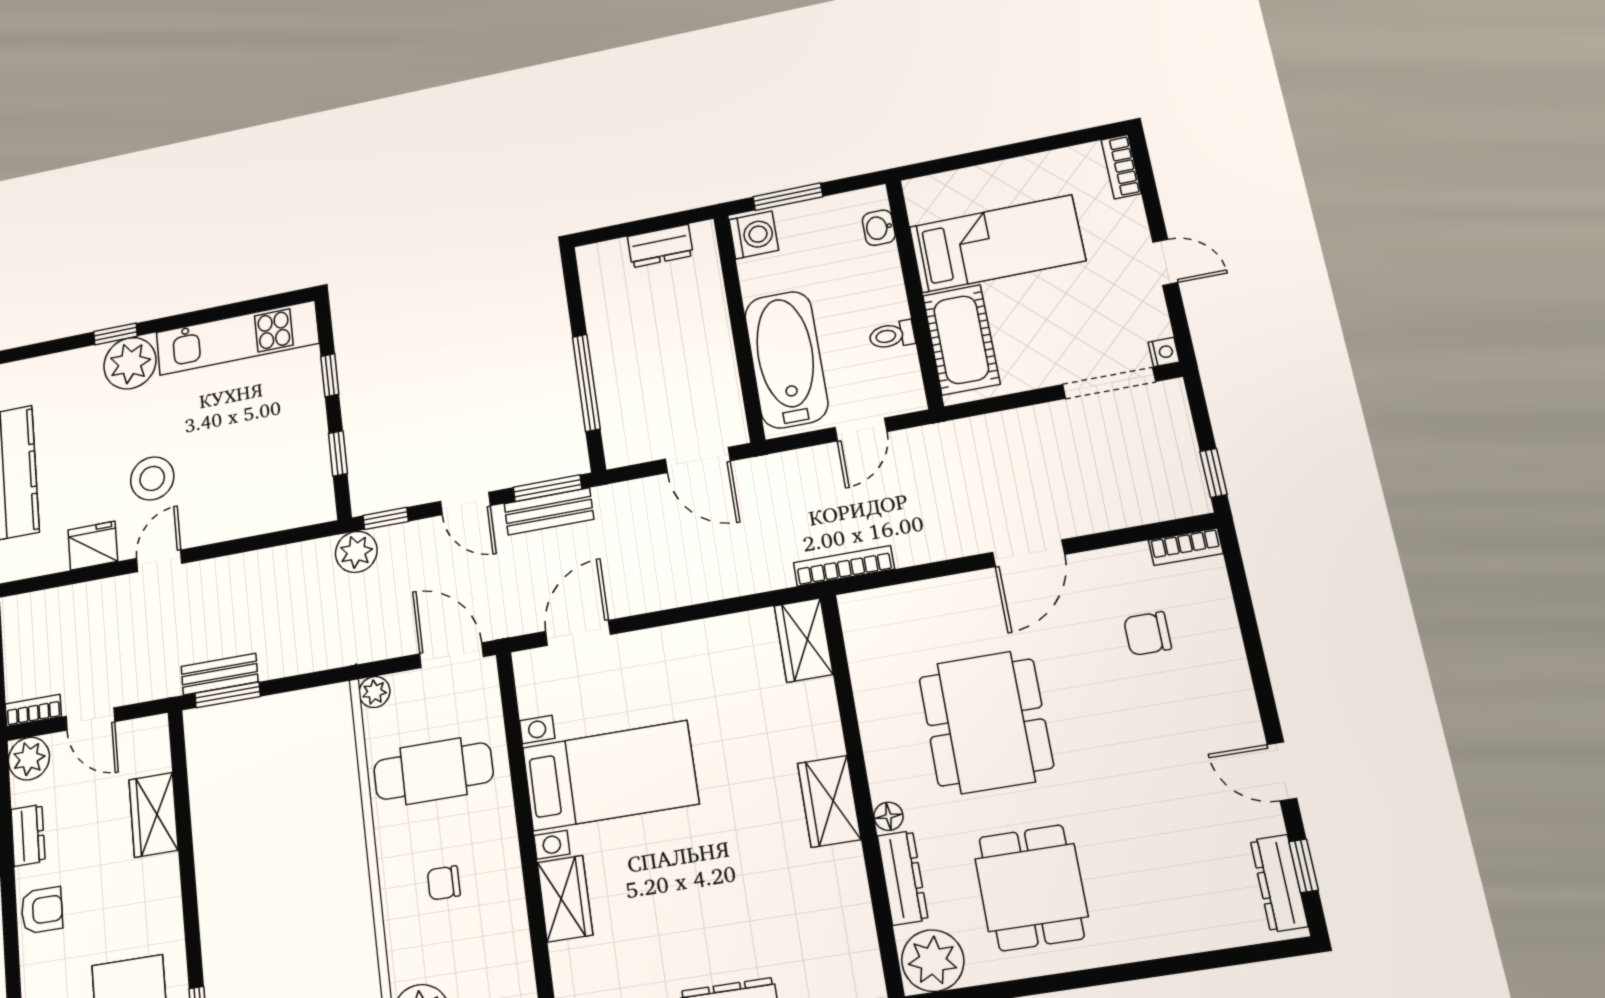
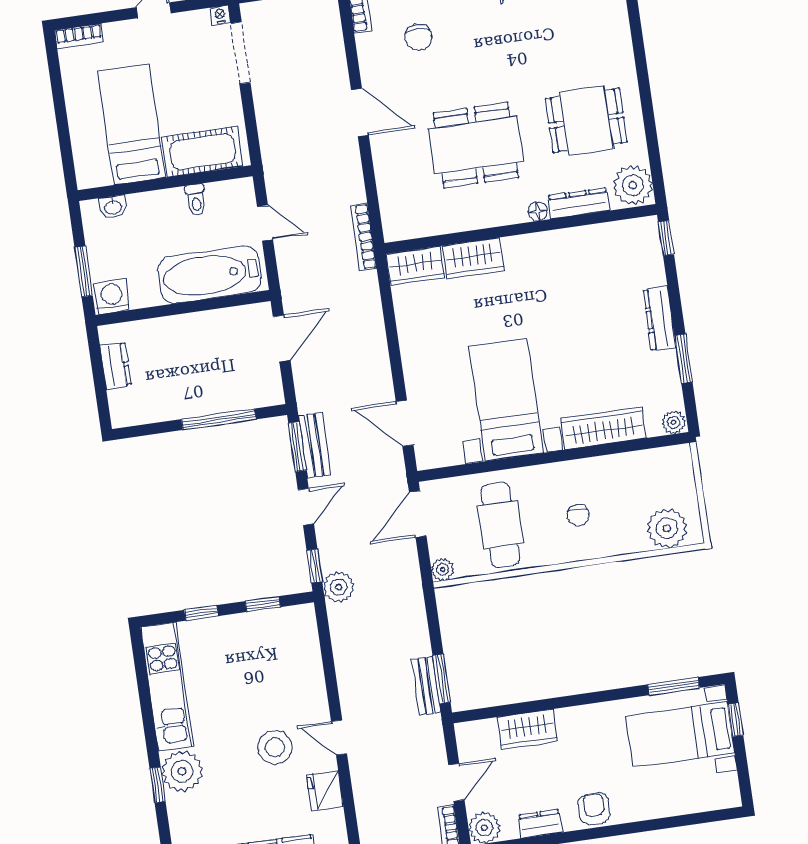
wardrobe: (829, 801) -> (473, 258), moved
wardrobe: (565, 899) -> (603, 428), width x1.50

